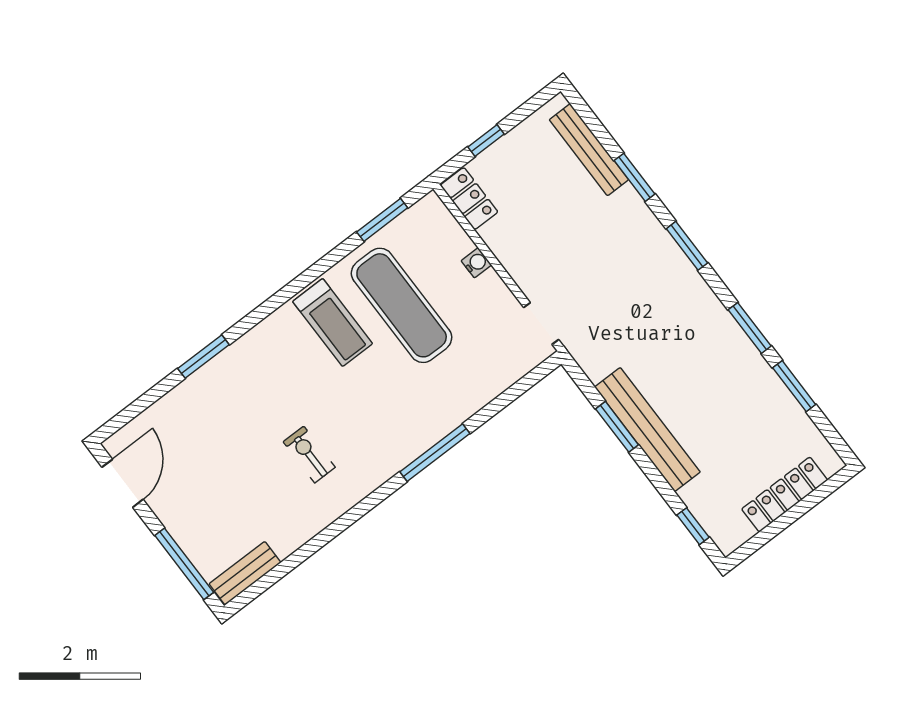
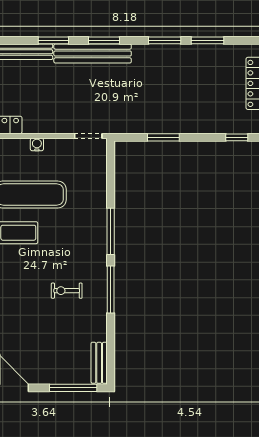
bench: (647, 430) -> (93, 53), moved
window: (356, 513) -> (111, 289), added

